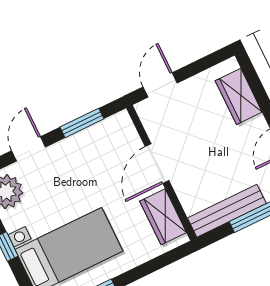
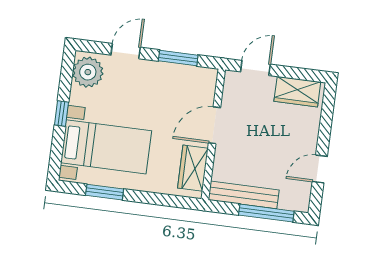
wardrobe: (239, 96) -> (297, 92), moved, turned -90

